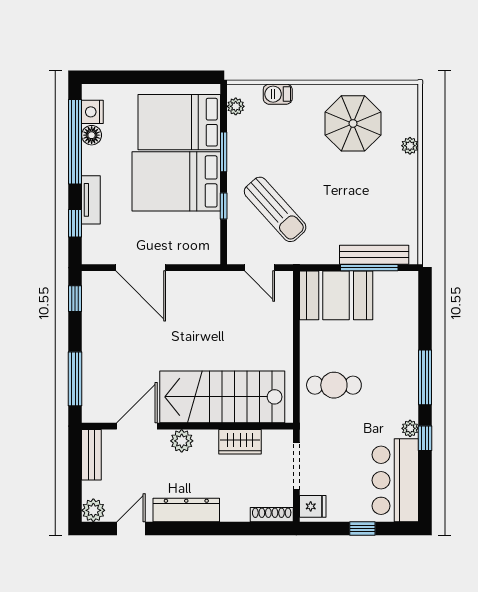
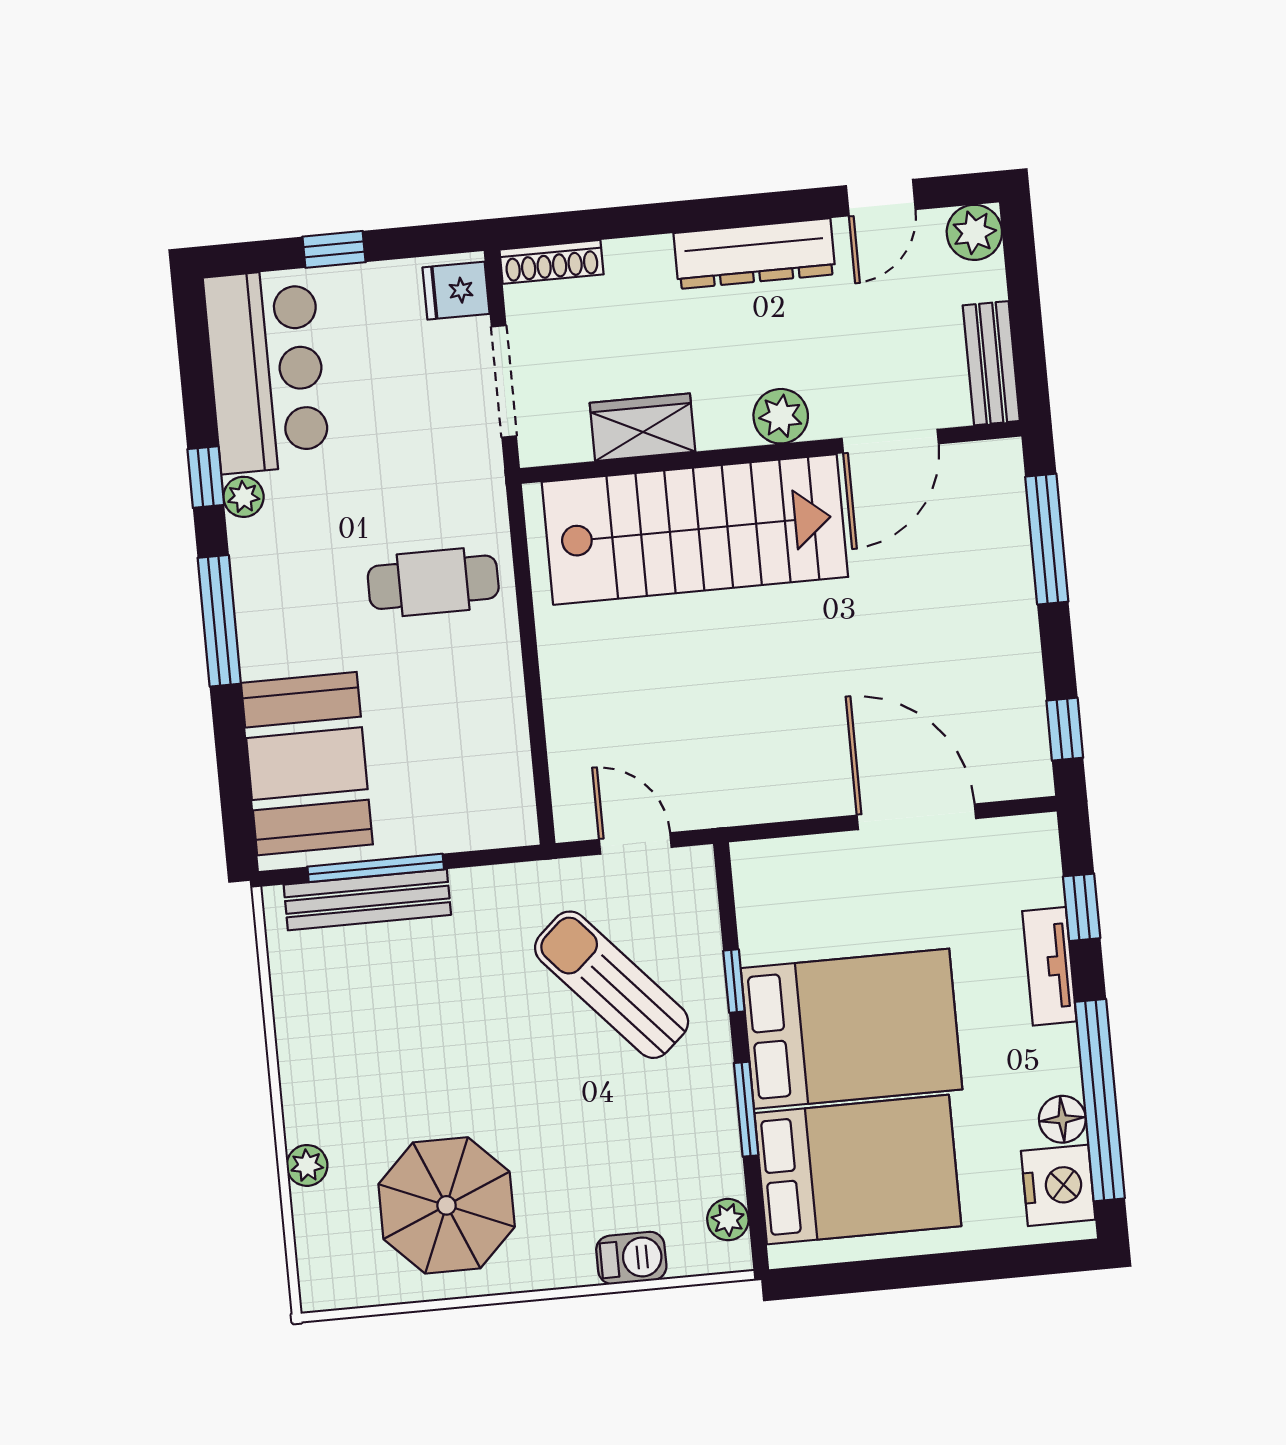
nightstand: (92, 112) -> (1058, 1185), width x1.36, depth x1.33
booth: (336, 295) -> (307, 764), moved, turned 90

